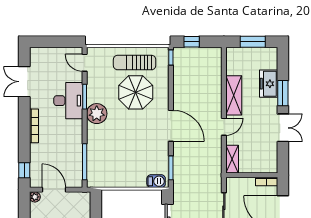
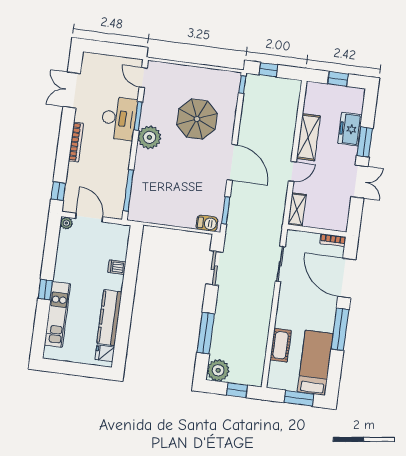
window: (253, 42) -> (338, 79), width x0.67
sun lounger: (135, 63) -> (200, 85), removed

